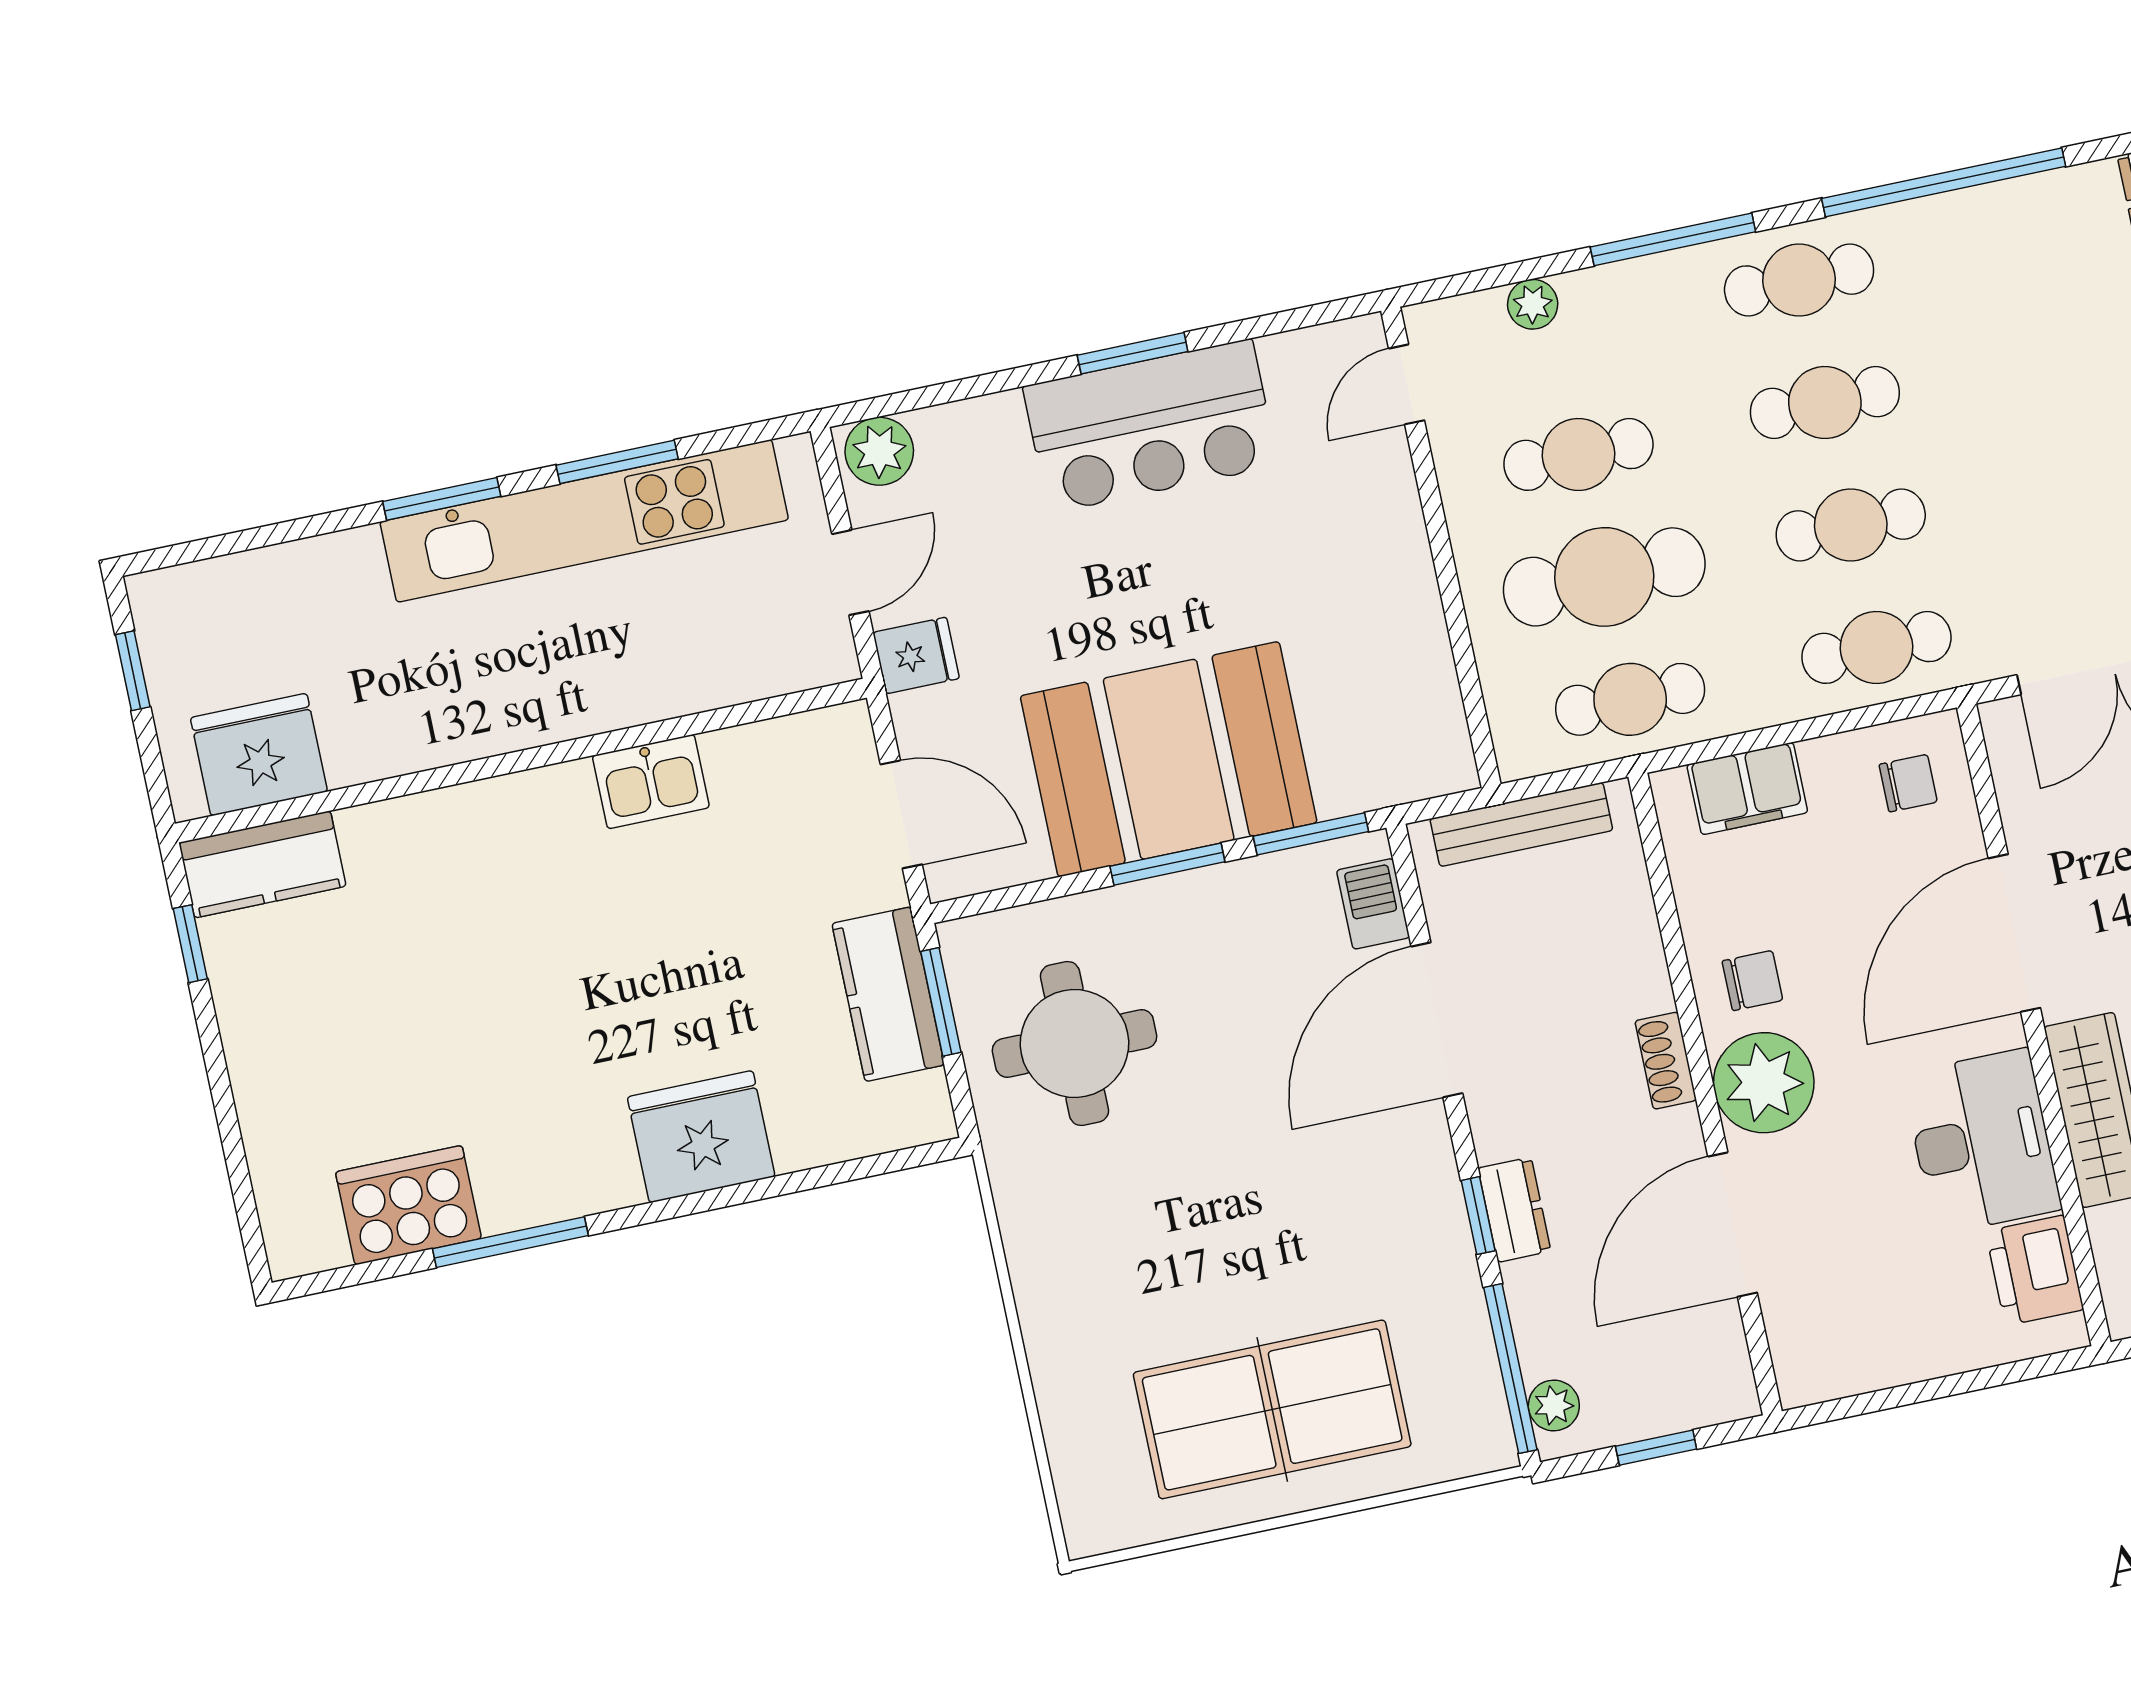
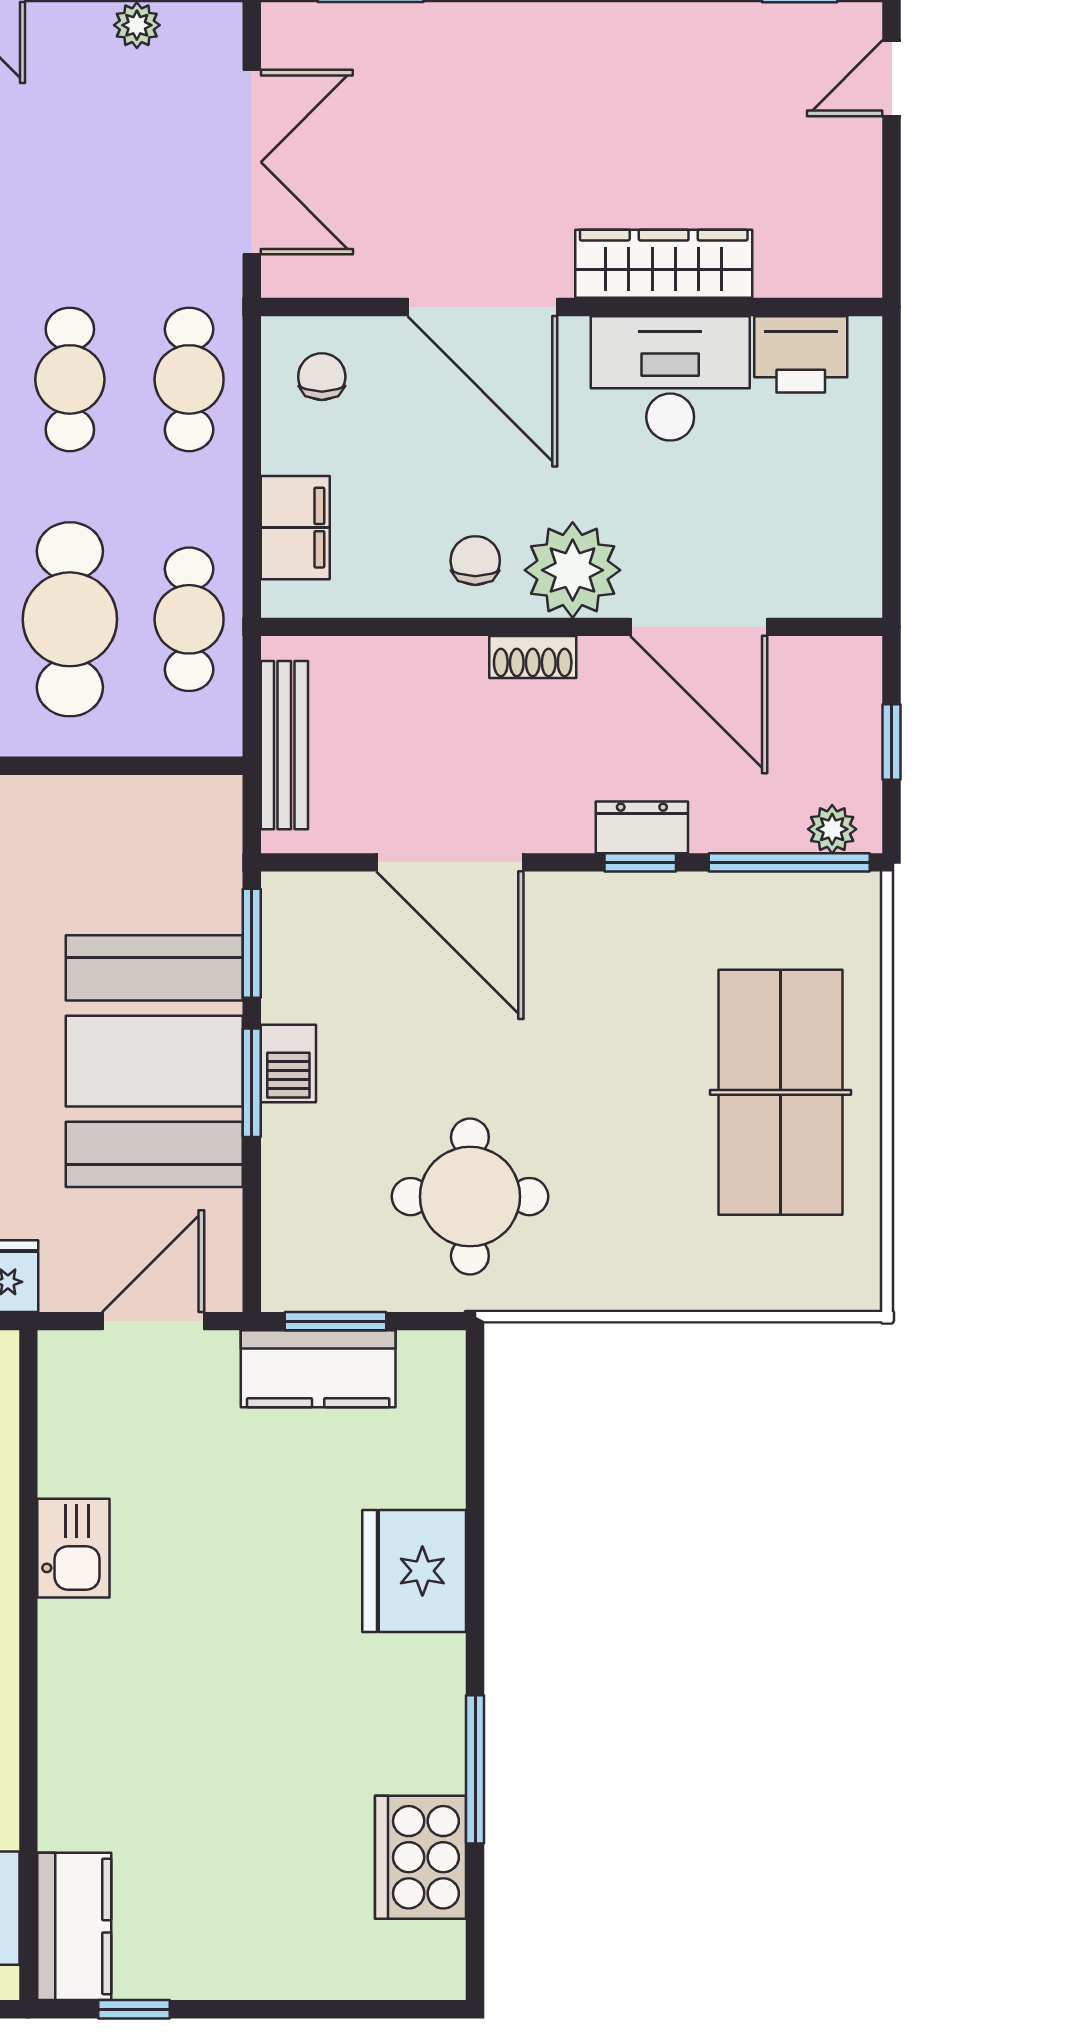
barbecue: (1373, 904) -> (288, 1063), moved, turned -90
round table: (1075, 1043) -> (470, 1197), moved

